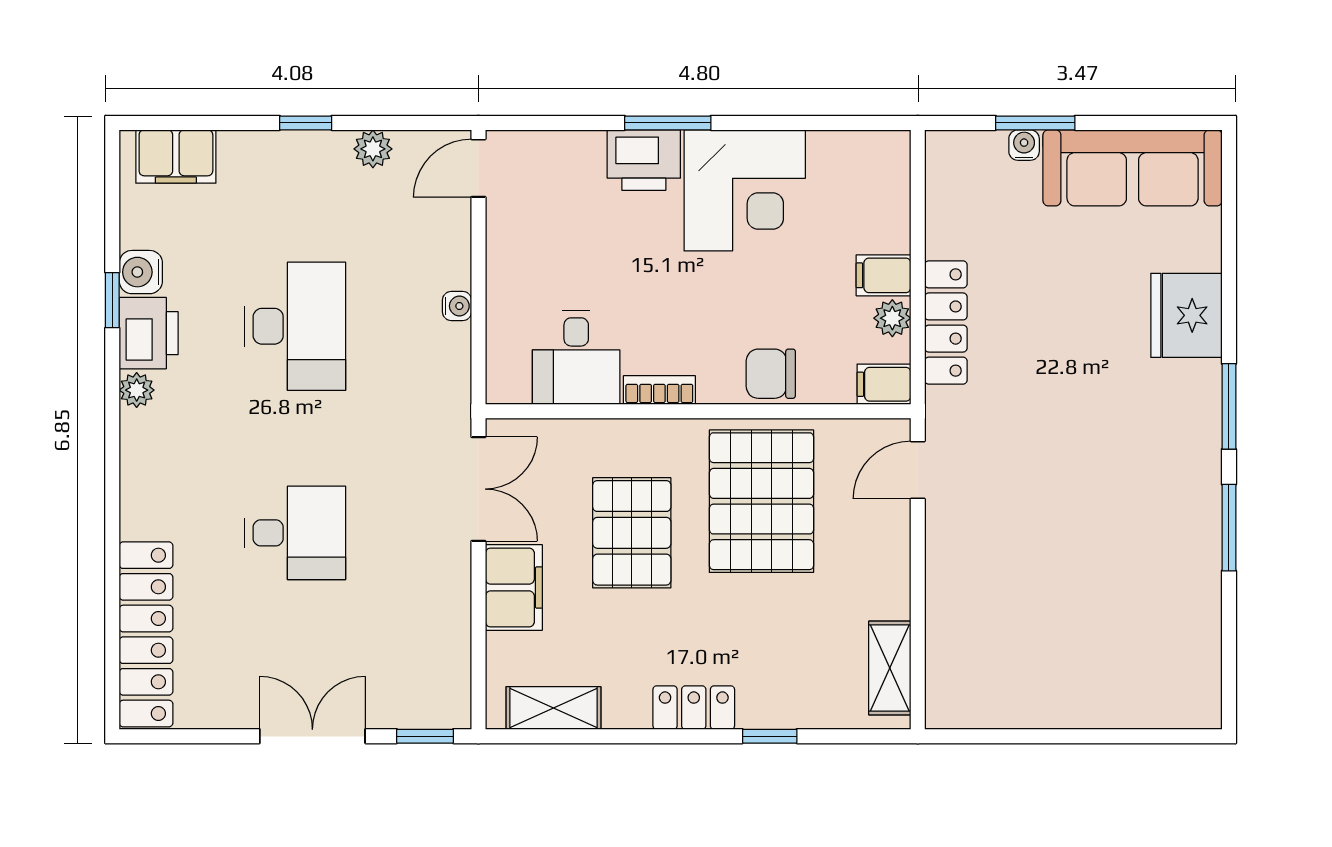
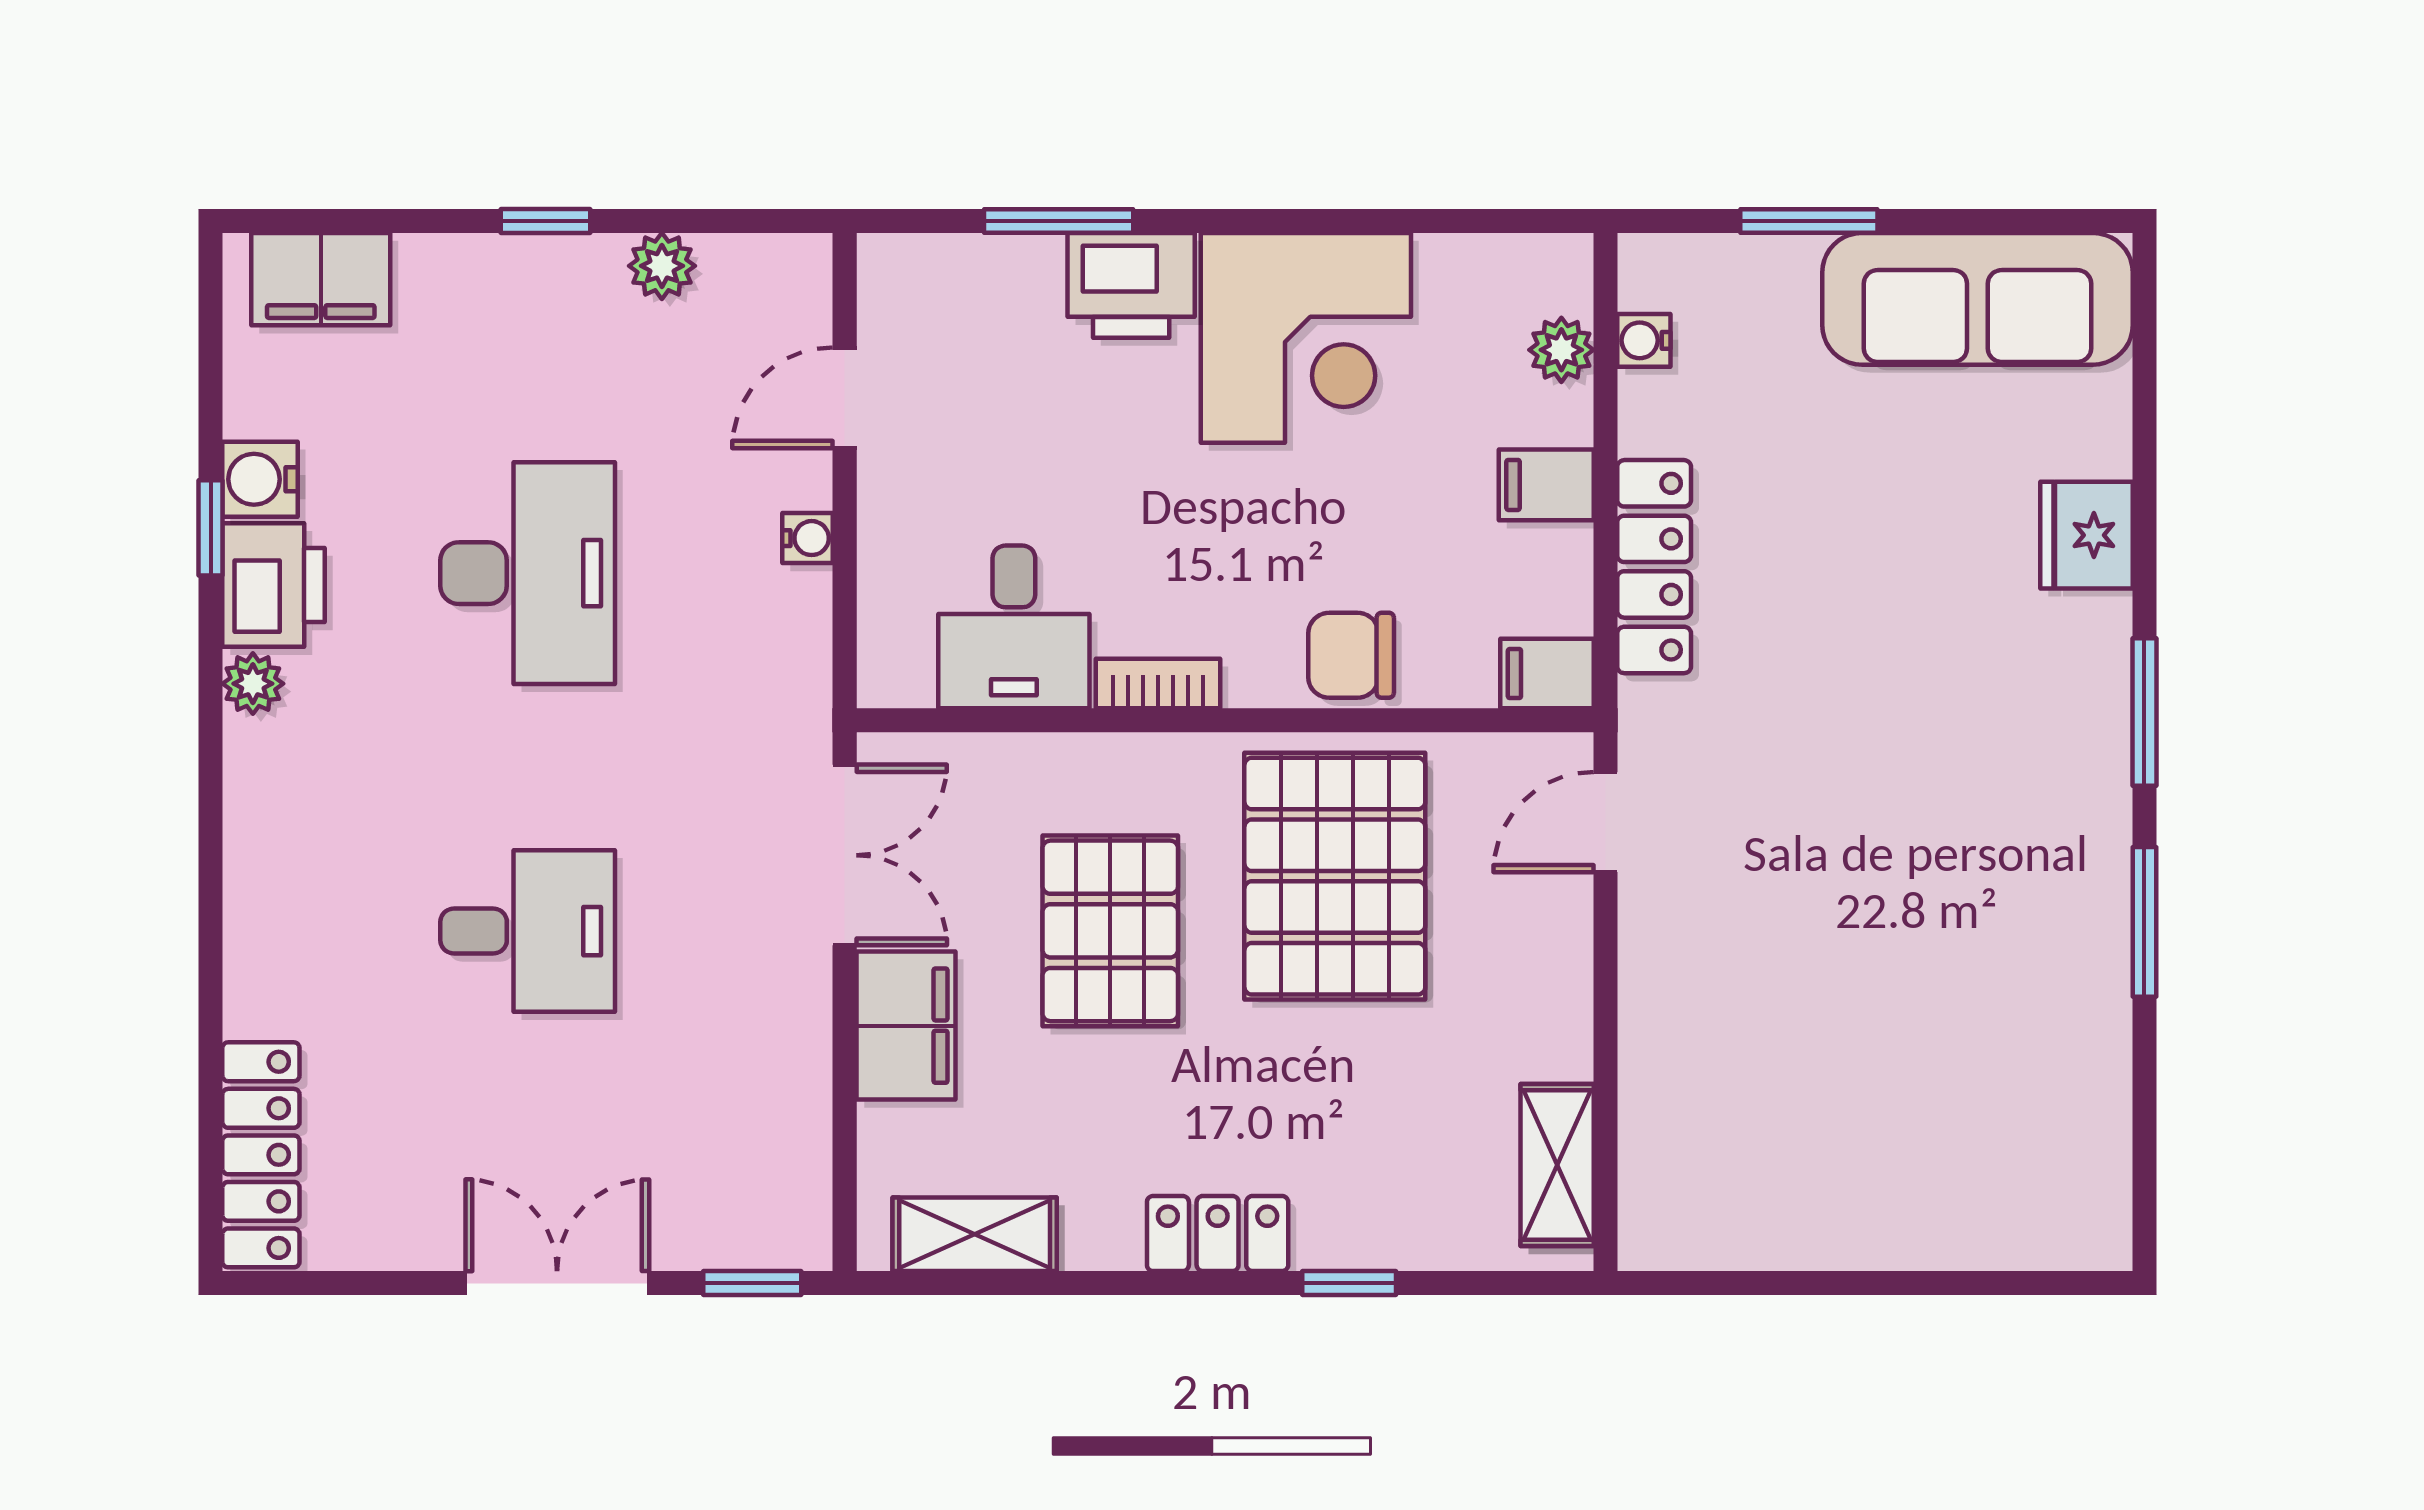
window: (668, 123) -> (1059, 221), moved
water cooler: (1024, 145) -> (1644, 340), moved, turned -90
door: (478, 168) -> (845, 398), moved
fridge: (1186, 315) -> (2086, 535), width x0.73, depth x0.75
plant: (892, 318) -> (1561, 350), moved
locker: (146, 634) -> (261, 1155), width x0.71, depth x0.83

